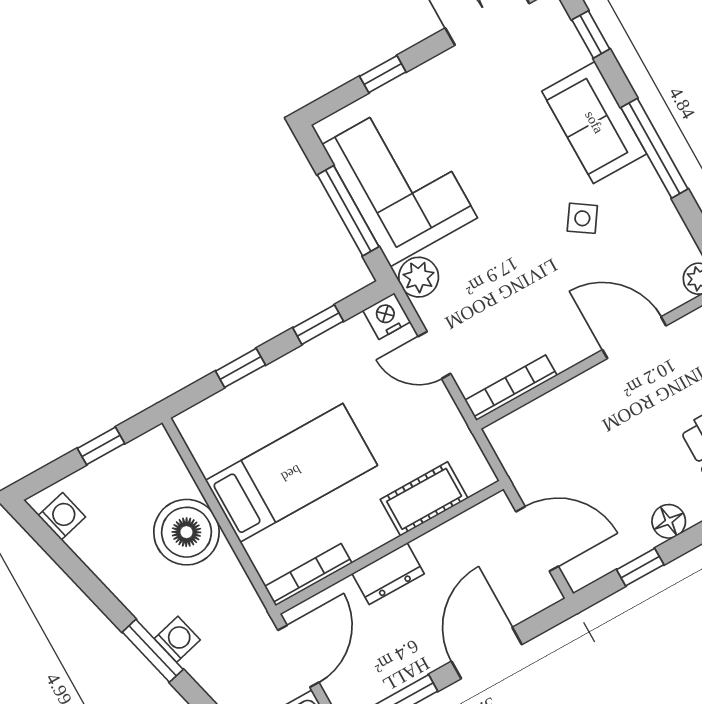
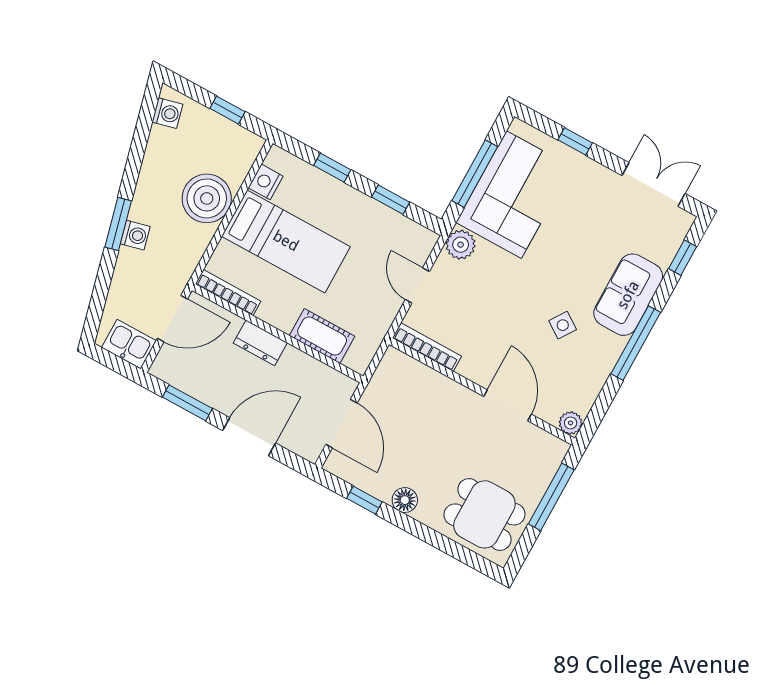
nightstand: (387, 316) -> (266, 182), moved, turned -90

